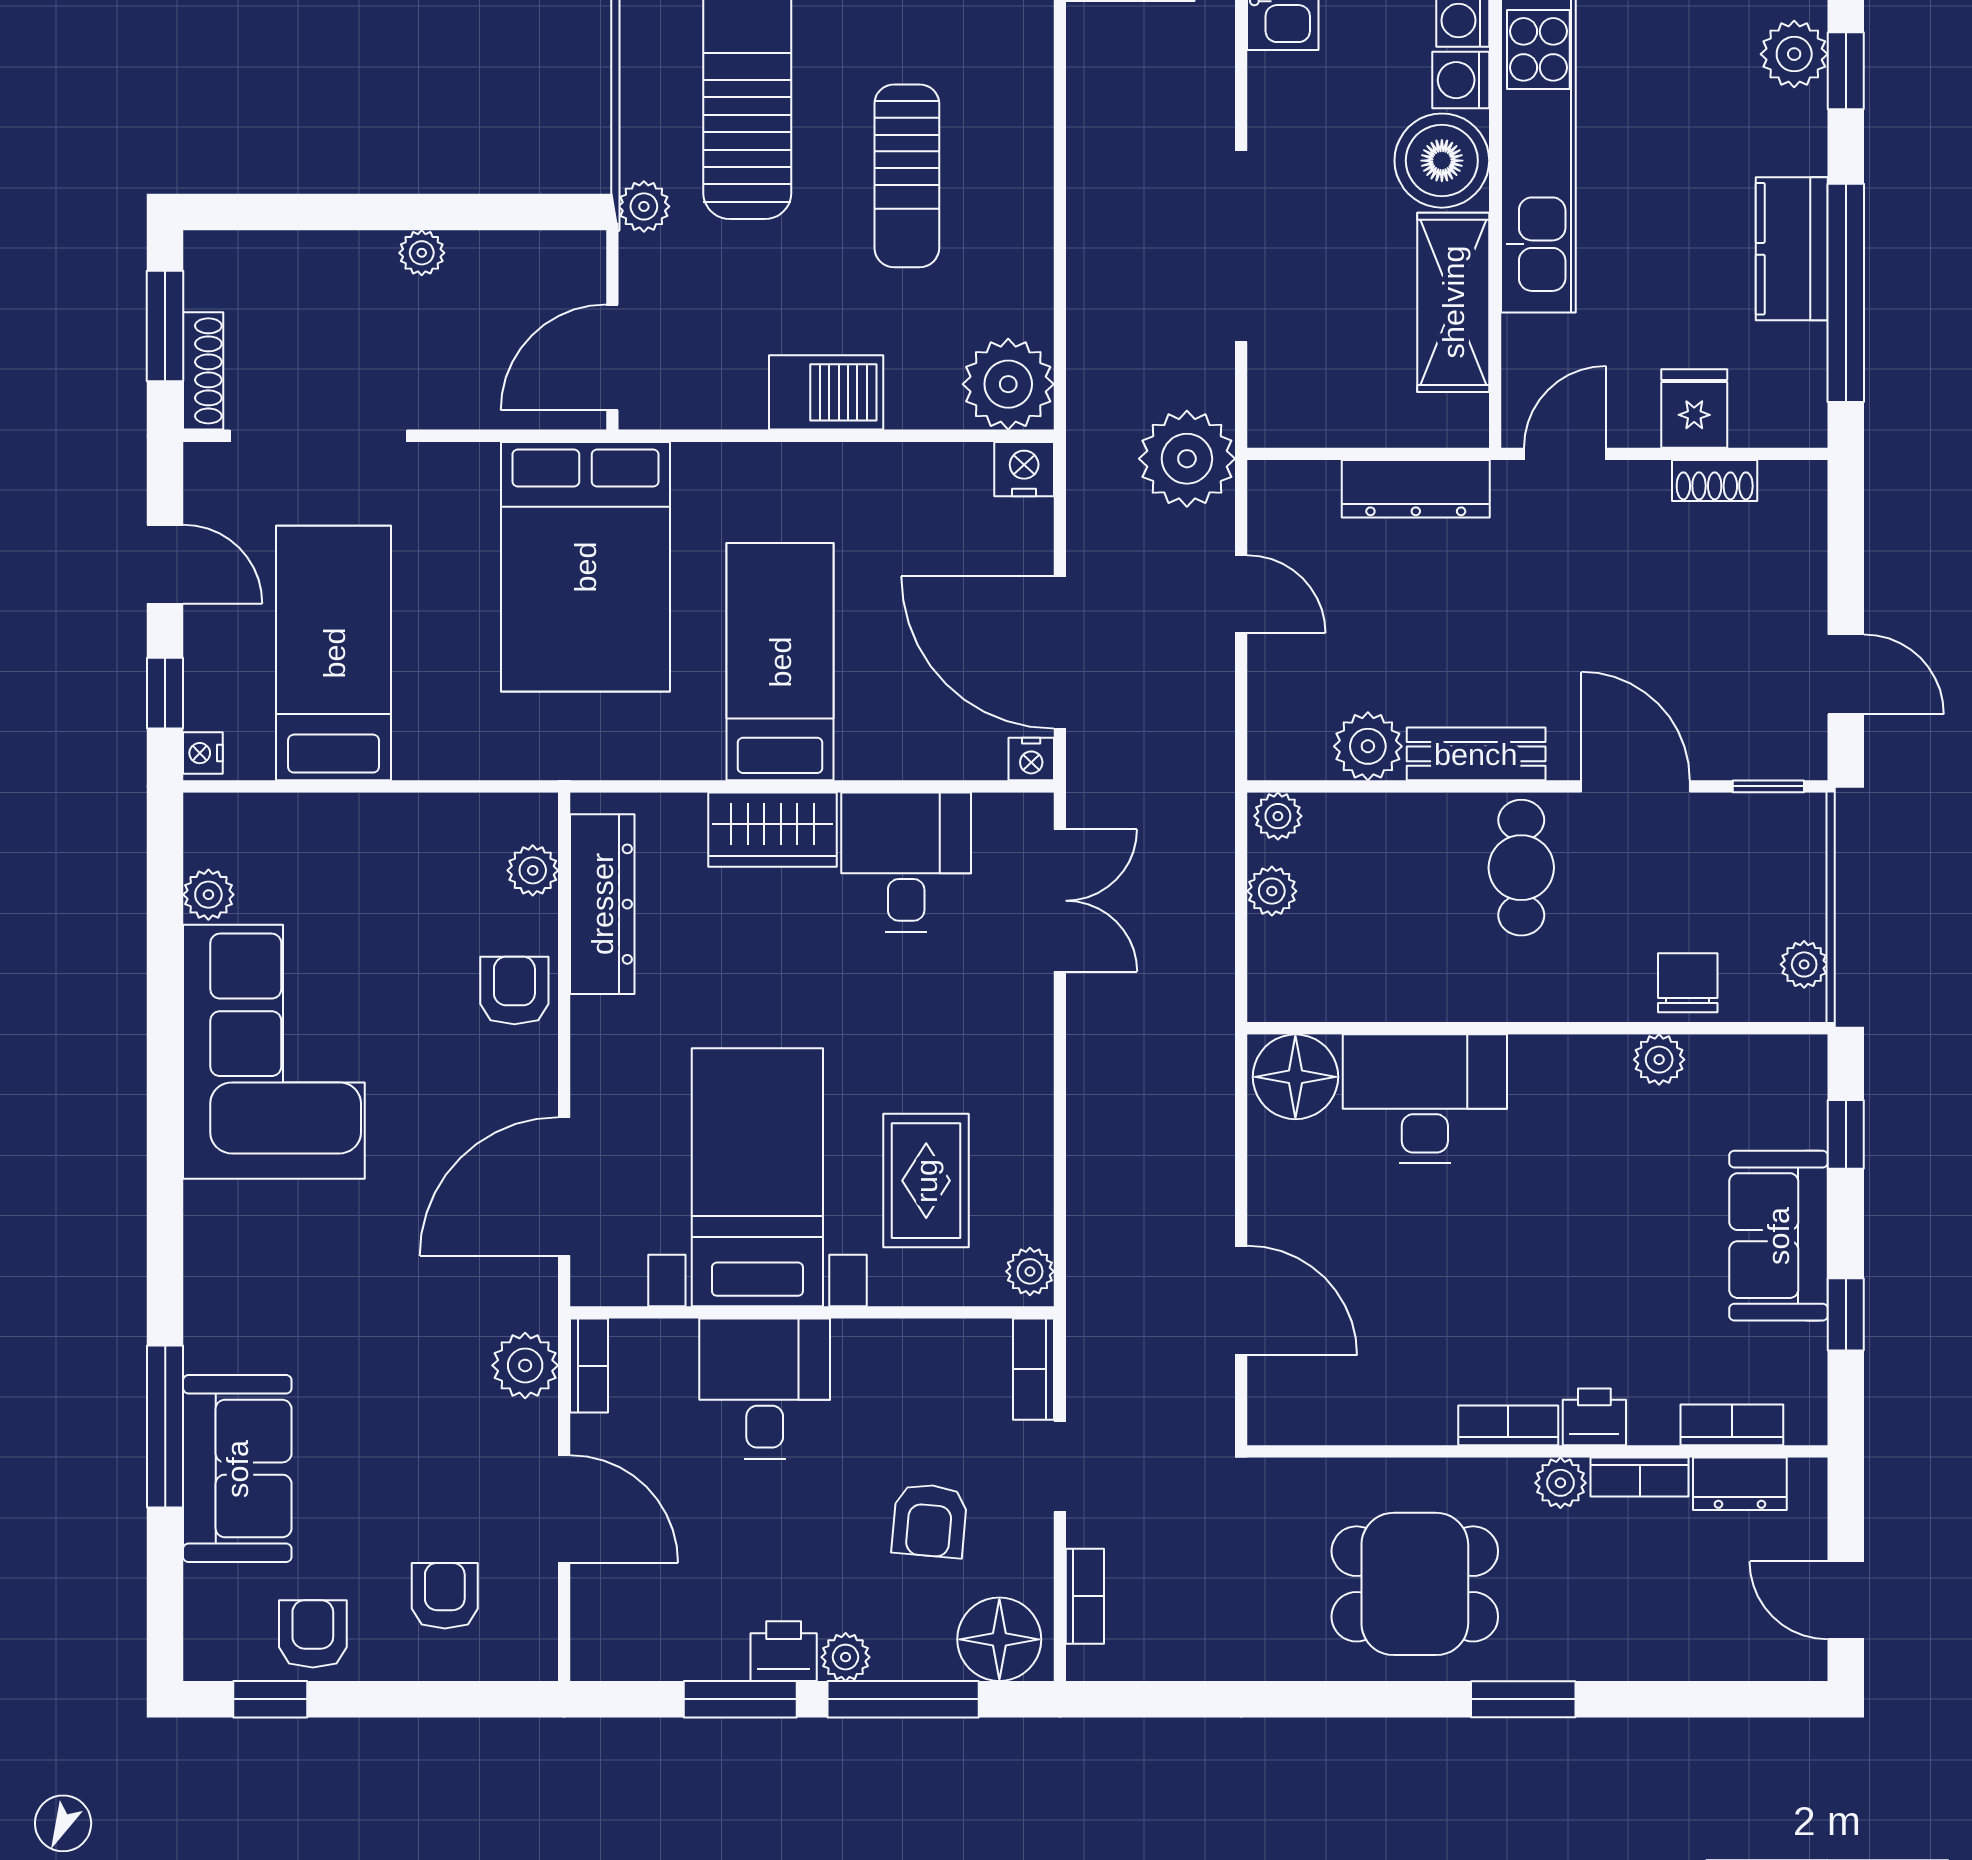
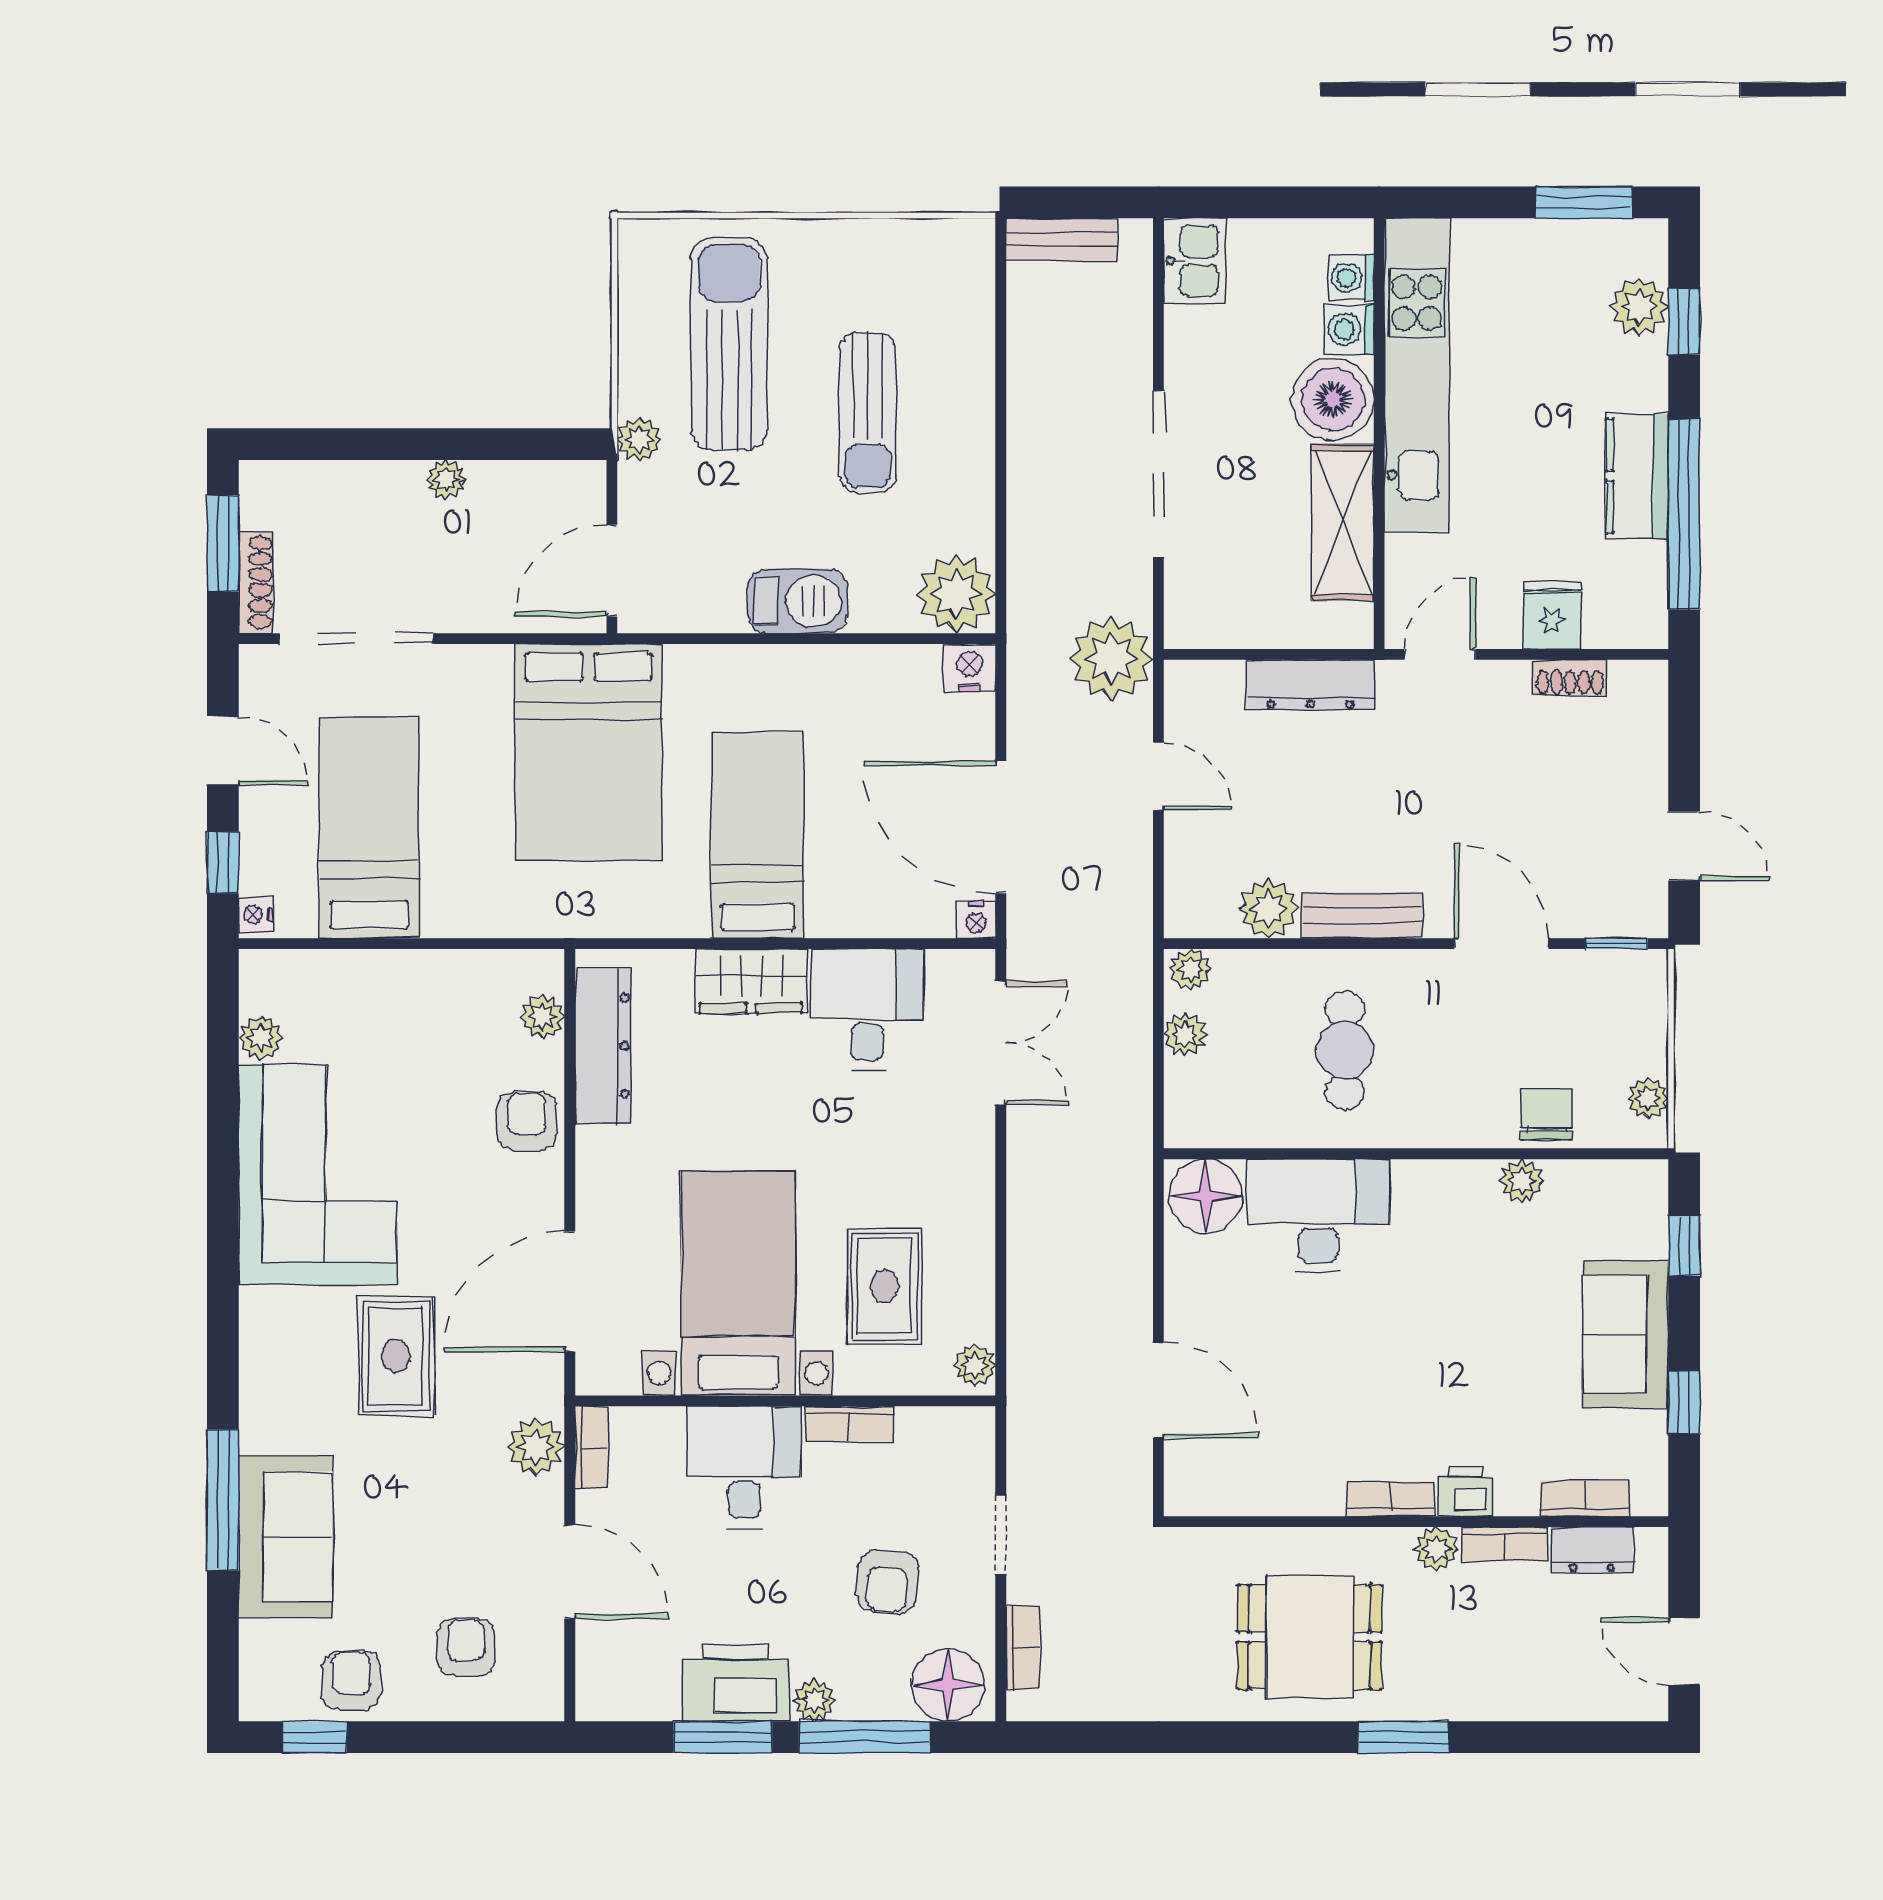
cafe table: (1521, 868) -> (1345, 1050), moved
rug: (364, 1261) -> (396, 1356), added
bookcase: (1033, 1369) -> (849, 1424), moved, turned -90
printer: (784, 1651) -> (736, 1683), width x1.87, depth x1.48

